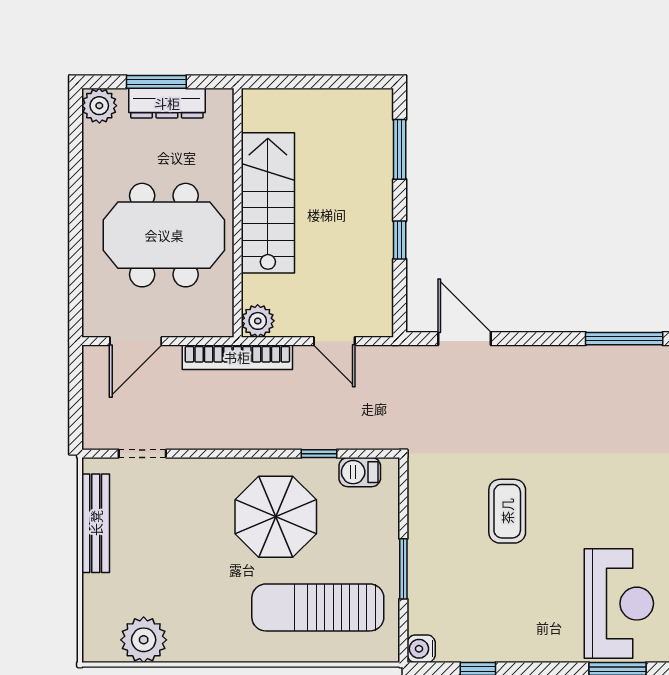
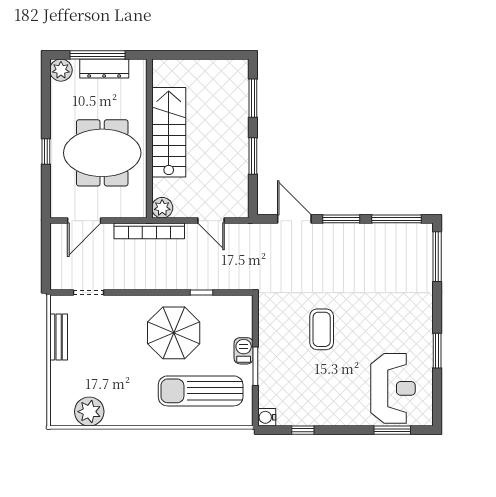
window: (156, 82) -> (97, 55), width x1.44
window: (76, 233) -> (46, 152), added
window: (400, 240) -> (253, 156), width x1.50
window: (538, 339) -> (341, 219), added
barbecue: (360, 472) -> (244, 351), moved, turned 90
bench: (96, 523) -> (59, 337), width x0.73

